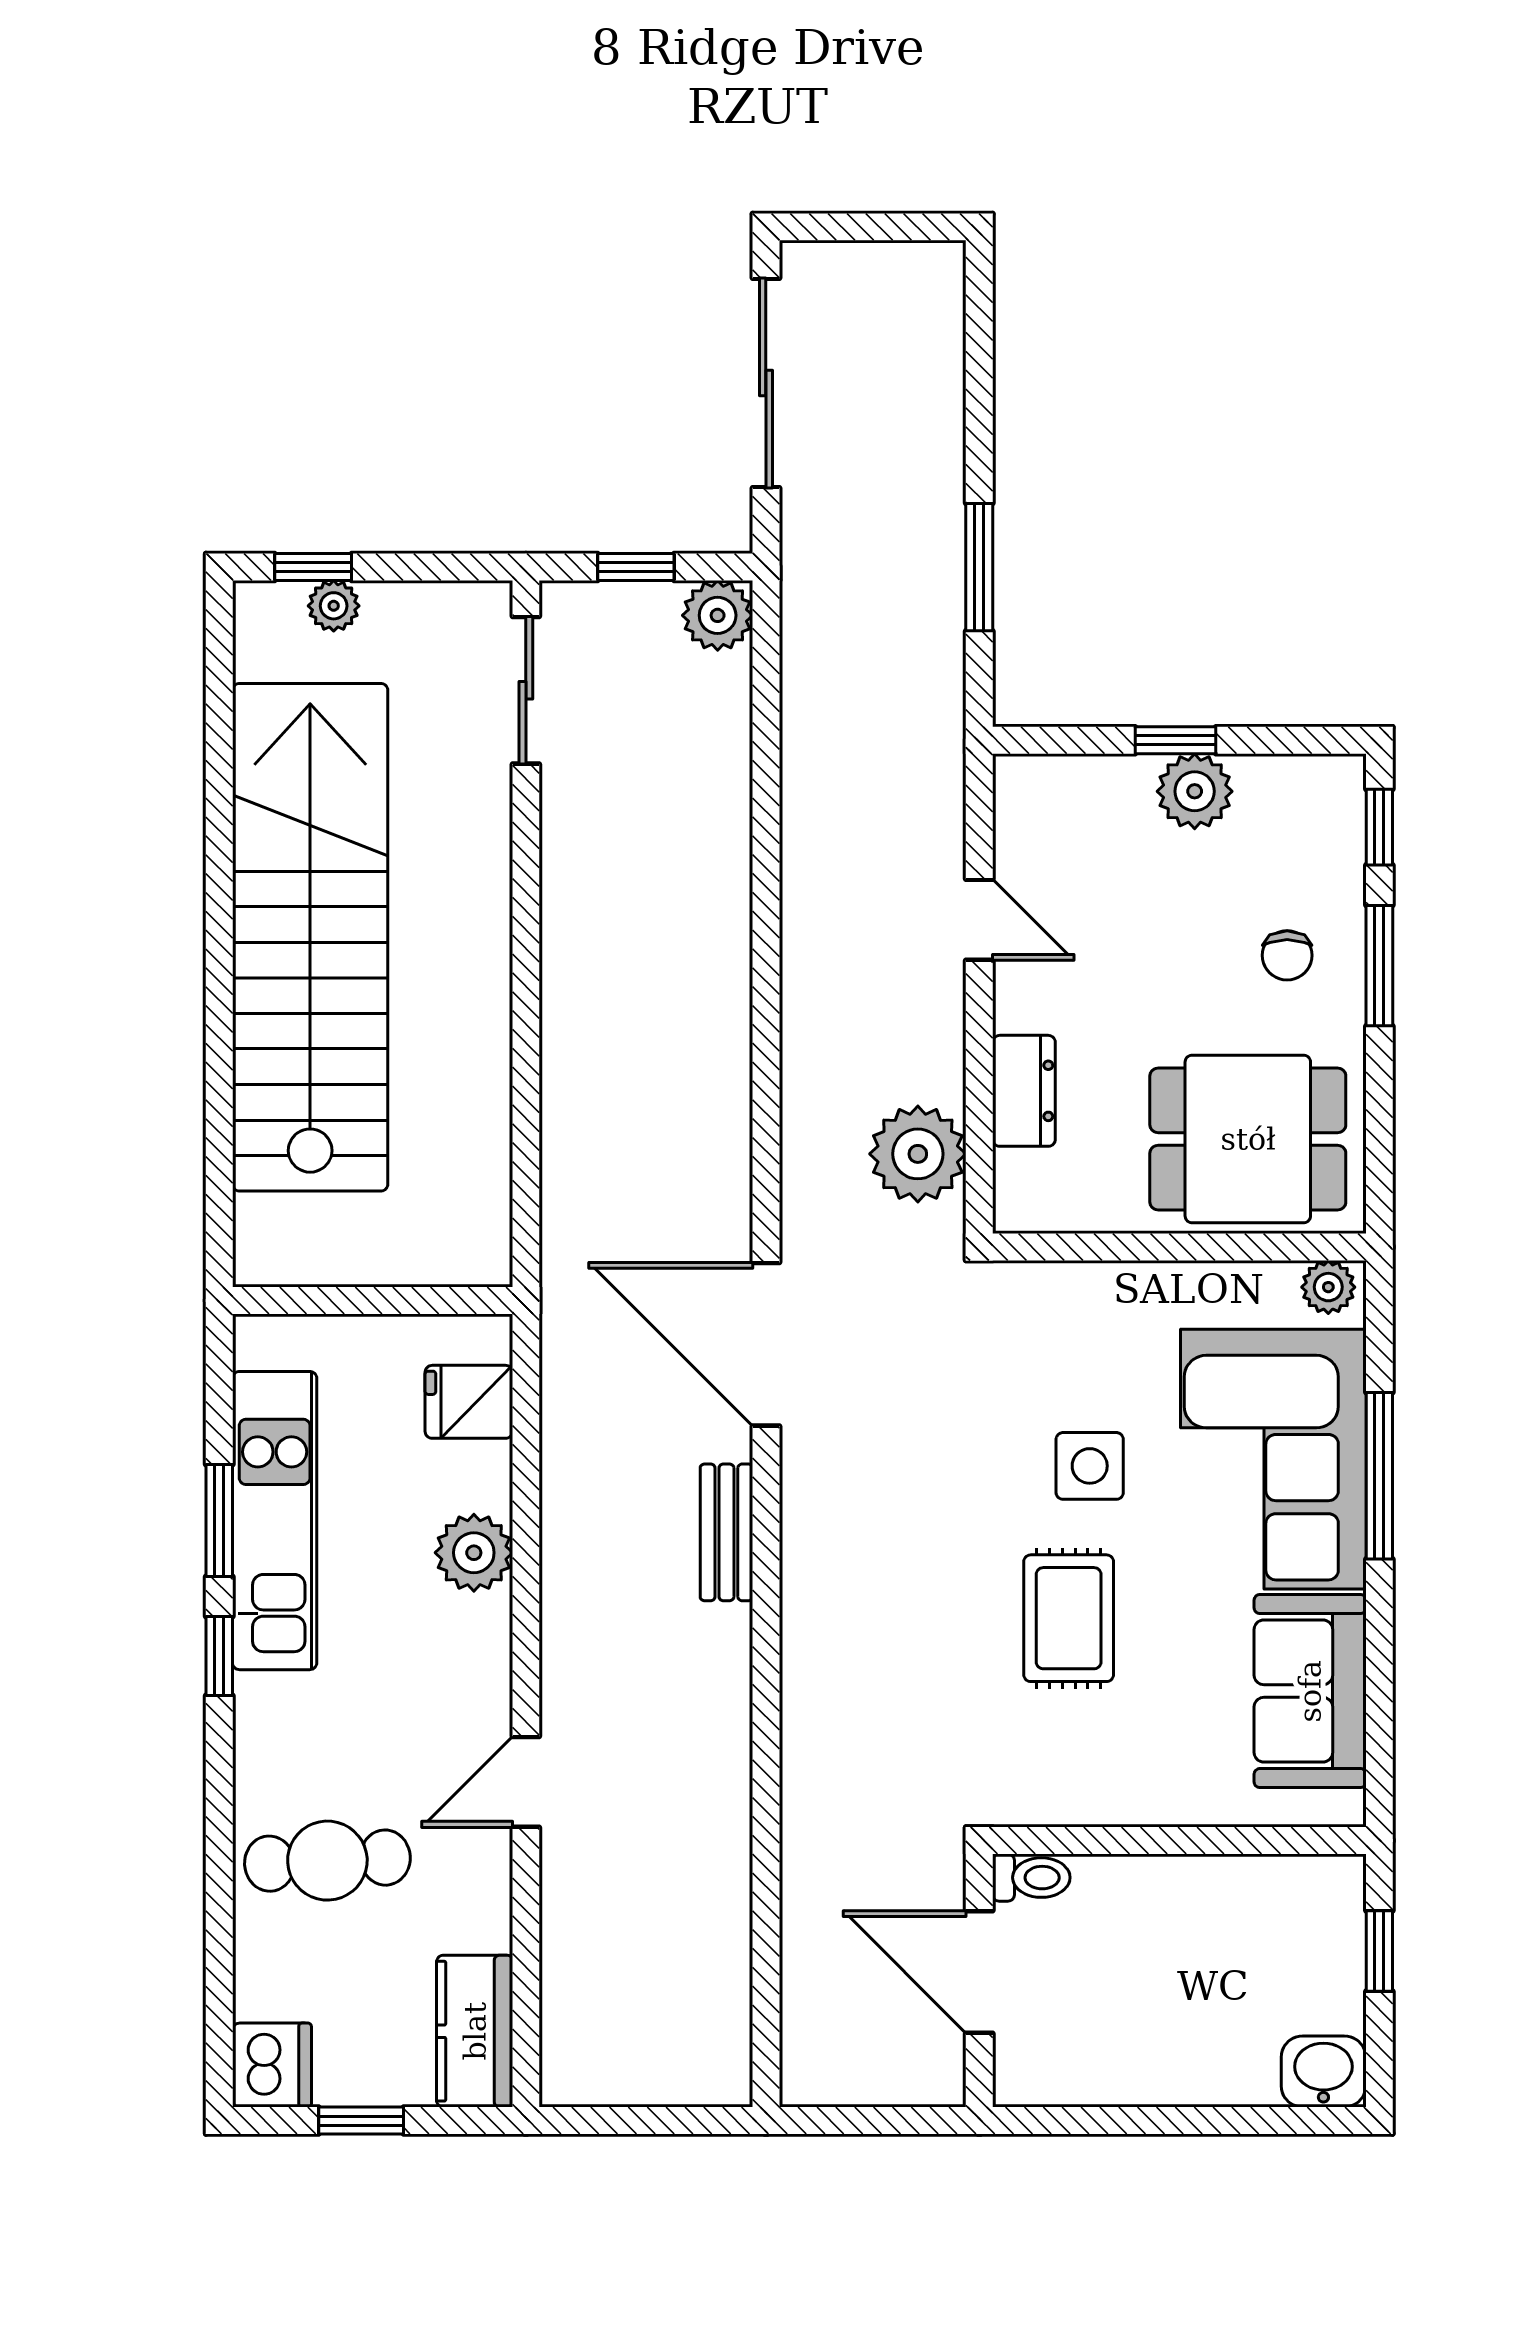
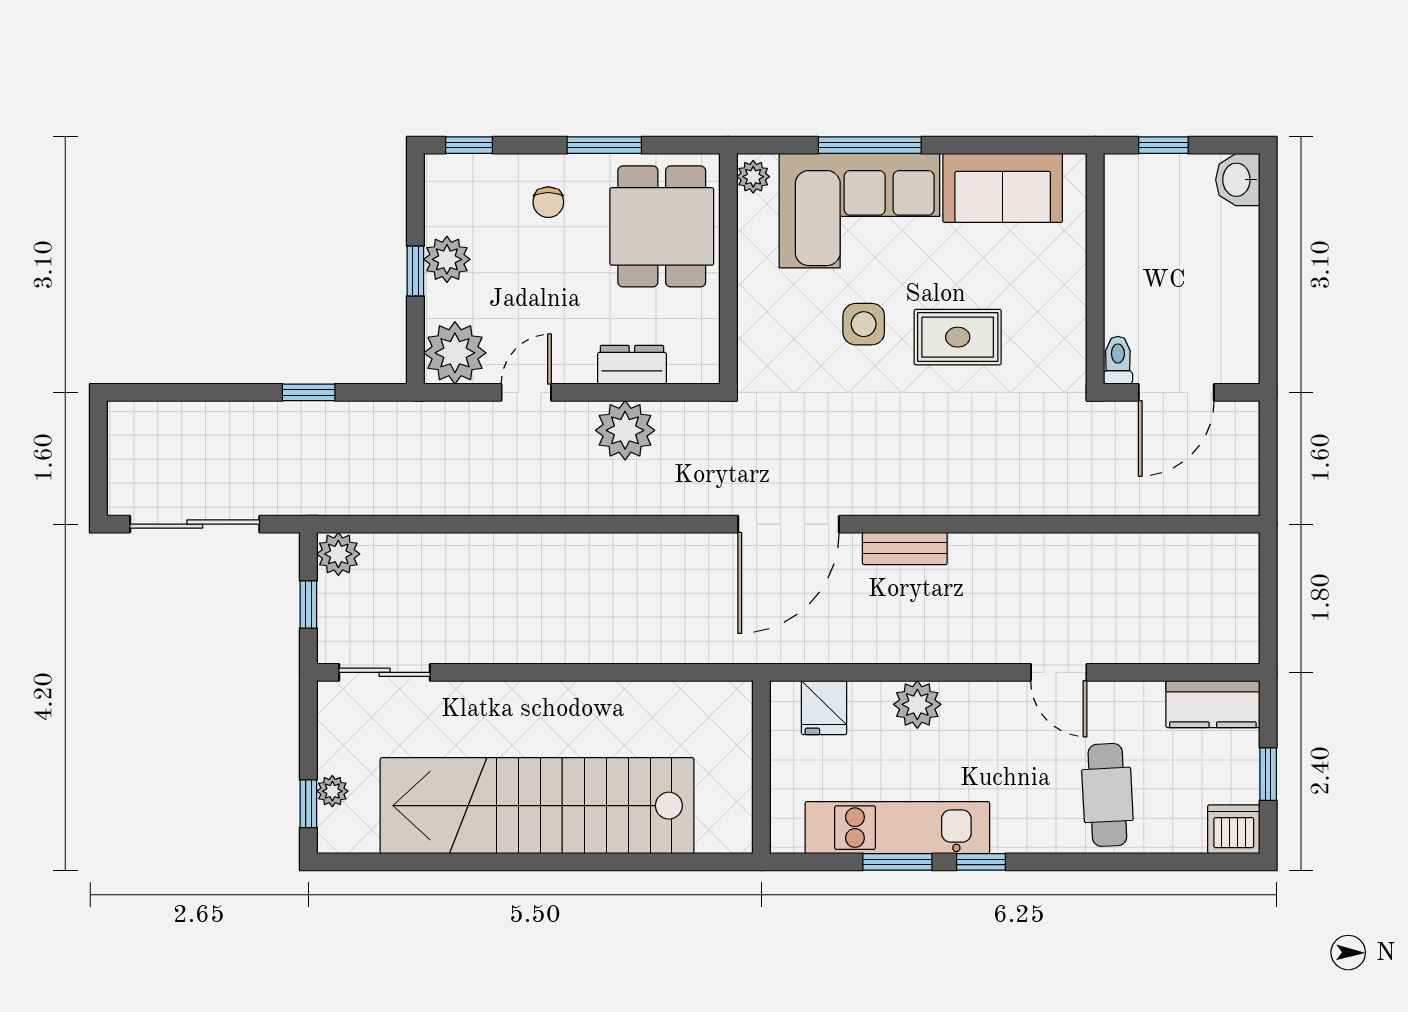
window: (979, 567) -> (309, 392), width x0.67
plant: (1043, 804) -> (455, 353), added
chair: (1287, 955) -> (548, 202), turned 90
window: (1379, 966) -> (604, 145), moved
plant: (918, 1154) -> (625, 430), moved

